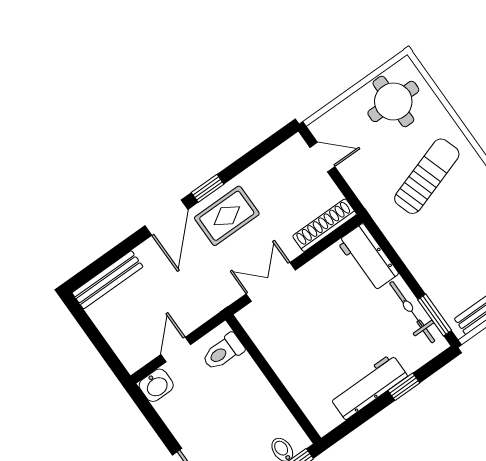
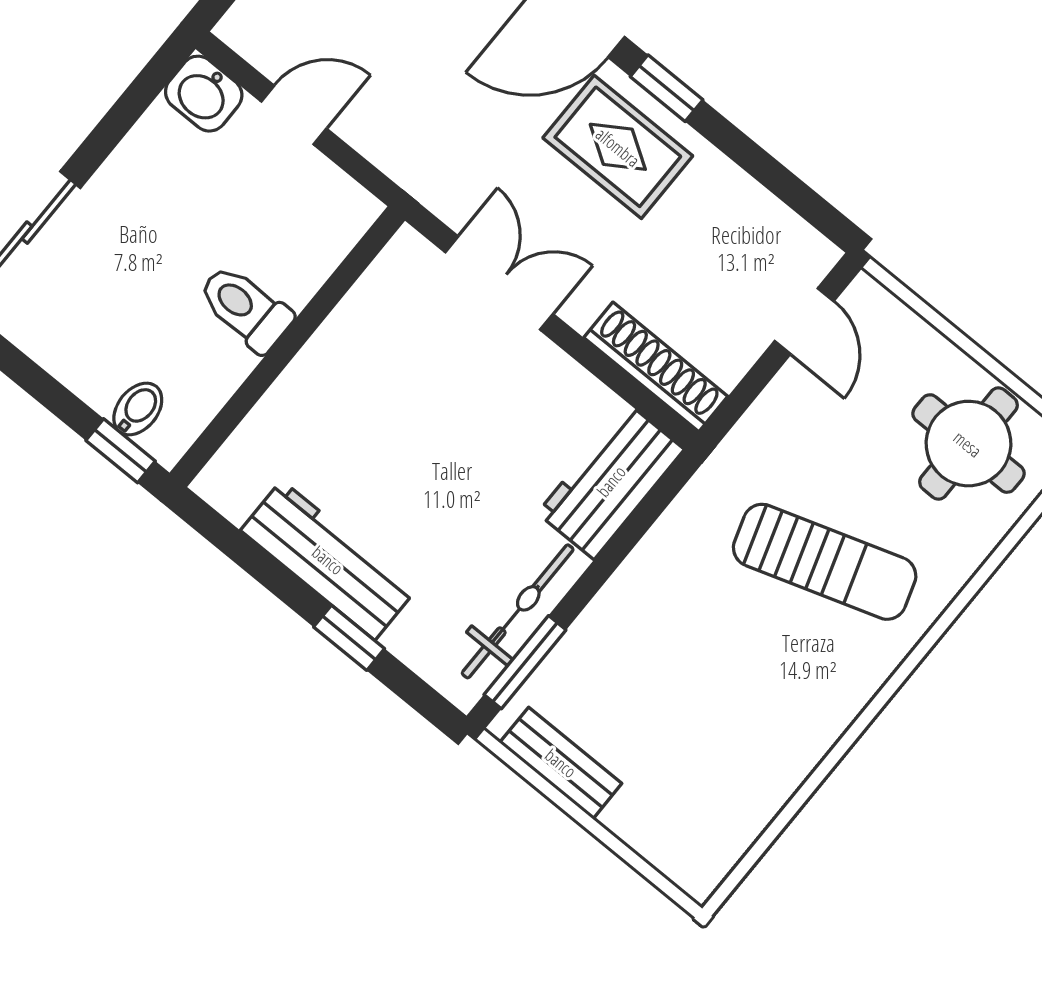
toilet: (223, 352) -> (245, 308), moved

